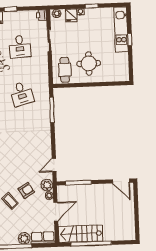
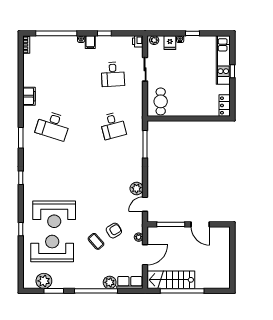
round table: (89, 63) -> (187, 96), removed
locker: (124, 71) -> (225, 105), added
door: (121, 181) -> (200, 224), moved
plant: (47, 185) -> (137, 188), moved

